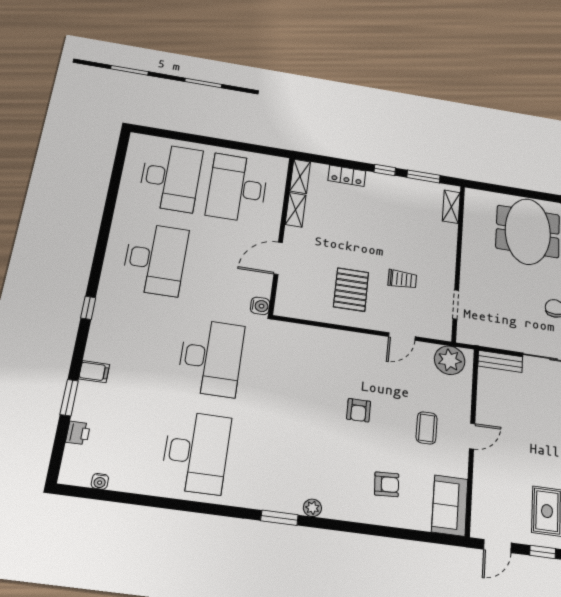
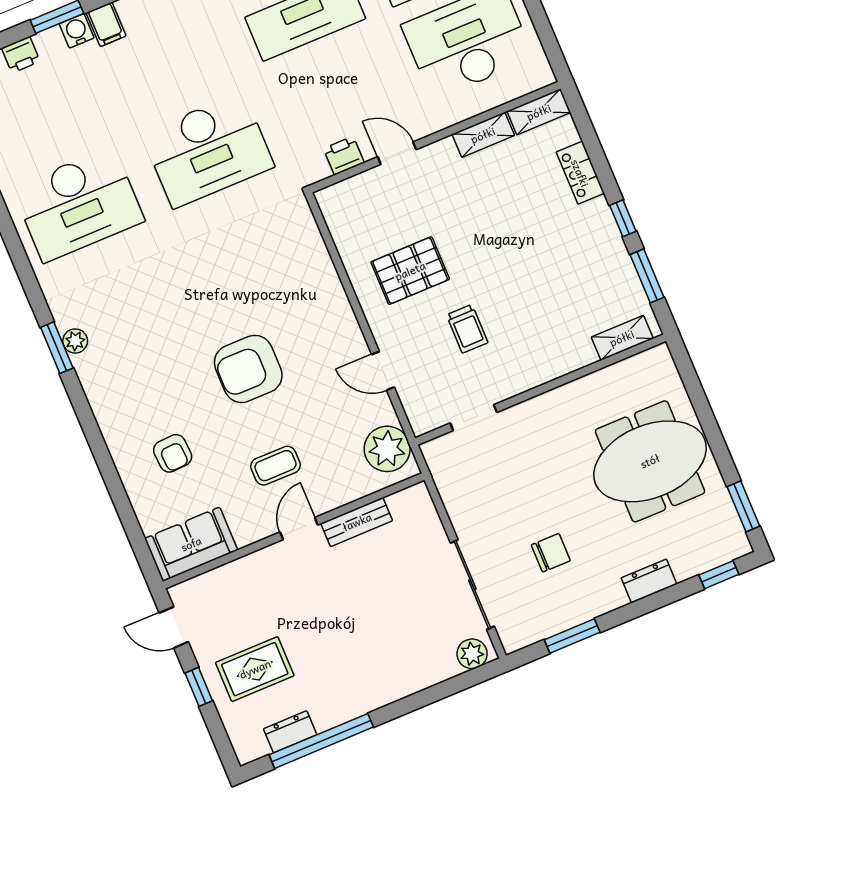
door: (278, 258) -> (397, 153), width x0.73
printer: (262, 286) -> (344, 156), added
water cooler: (260, 306) -> (77, 31), moved, turned 180
bench: (500, 361) -> (357, 522), moved, turned 90
armchair: (359, 410) -> (248, 369), width x1.88, depth x1.88
door: (472, 436) -> (299, 529), swing flipped
plant: (312, 508) -> (75, 341), moved

